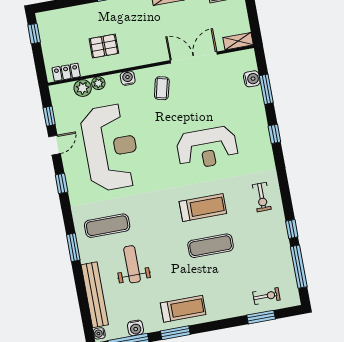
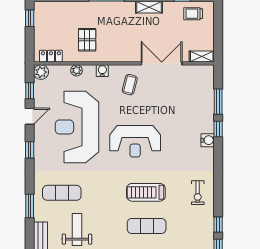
pallet: (104, 46) -> (87, 40), turned 90
water cooler: (252, 79) -> (208, 140), moved
plant: (83, 88) -> (41, 72), moved
window: (274, 134) -> (218, 129), moved
reception desk: (111, 147) -> (77, 127), turned 180
reception desk: (207, 148) -> (135, 141), moved
treadmill: (203, 207) -> (146, 192), turned 180

